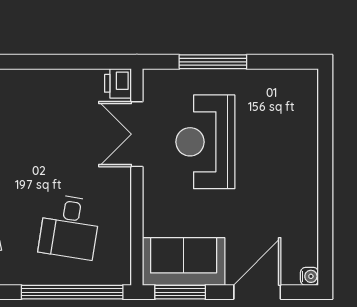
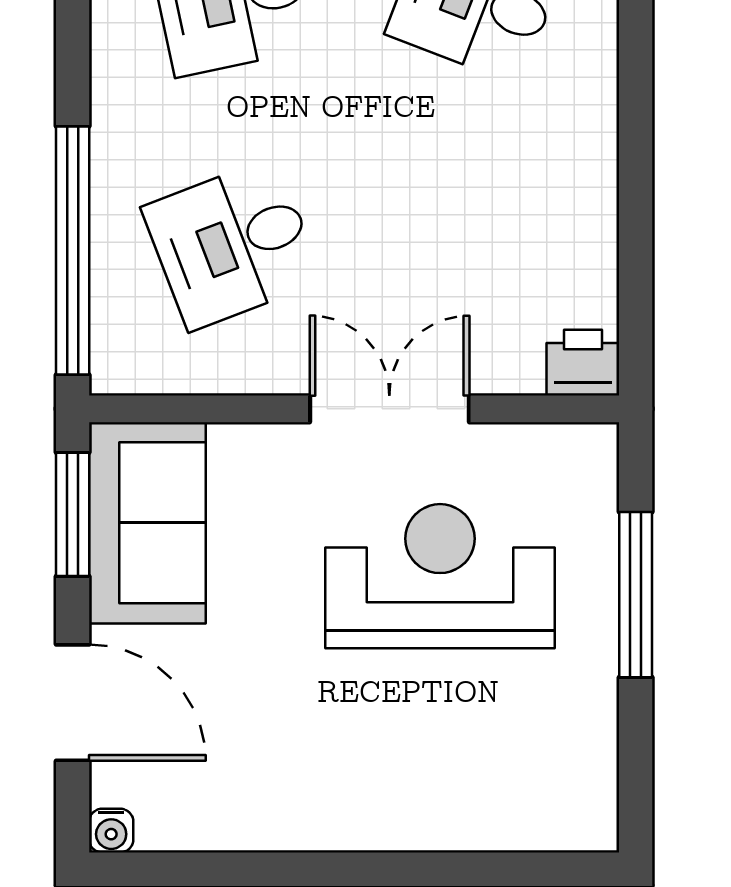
double door: (137, 134) -> (389, 409), moved
desk: (69, 227) -> (232, 244), turned -30

